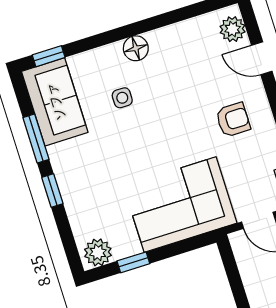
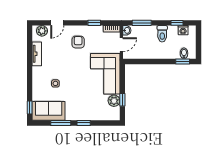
tv unit: (177, 34) -> (37, 54), added
floor lamp: (136, 48) -> (37, 72), removed
plant: (98, 252) -> (114, 101), moved

